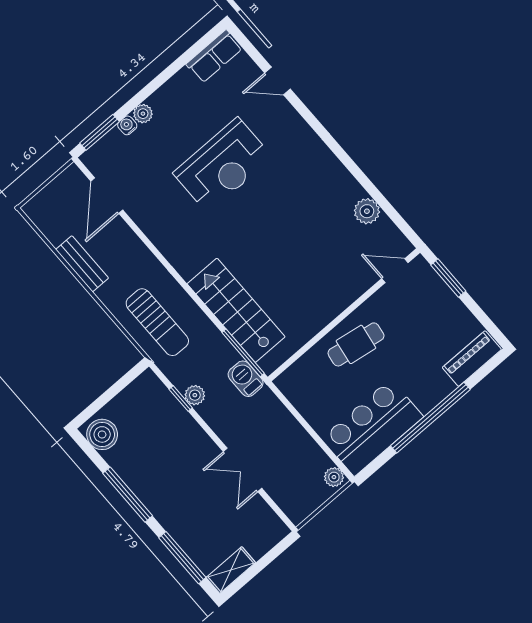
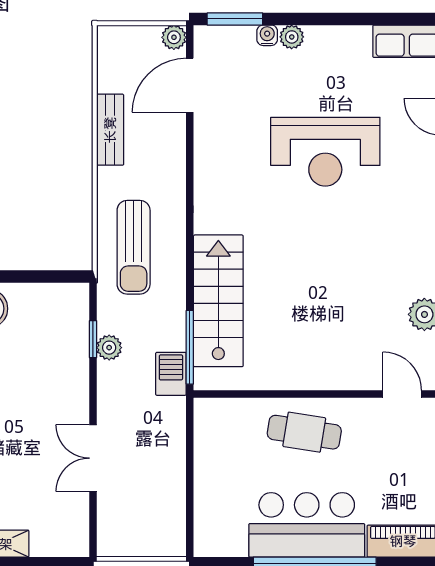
bar counter: (372, 428) -> (307, 525), moved
plant: (334, 477) -> (174, 37), moved

